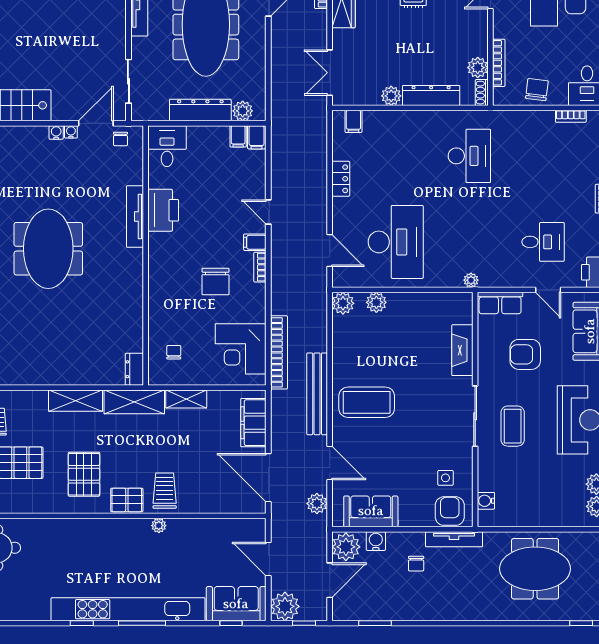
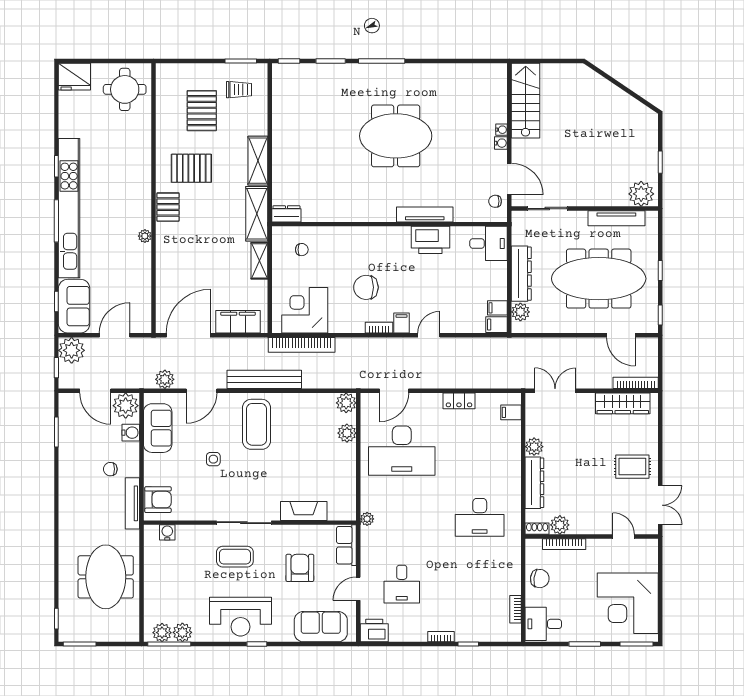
water cooler: (71, 132) -> (501, 130), moved
side table: (445, 478) -> (213, 459), moved
trolley: (165, 491) -> (176, 241), removed

